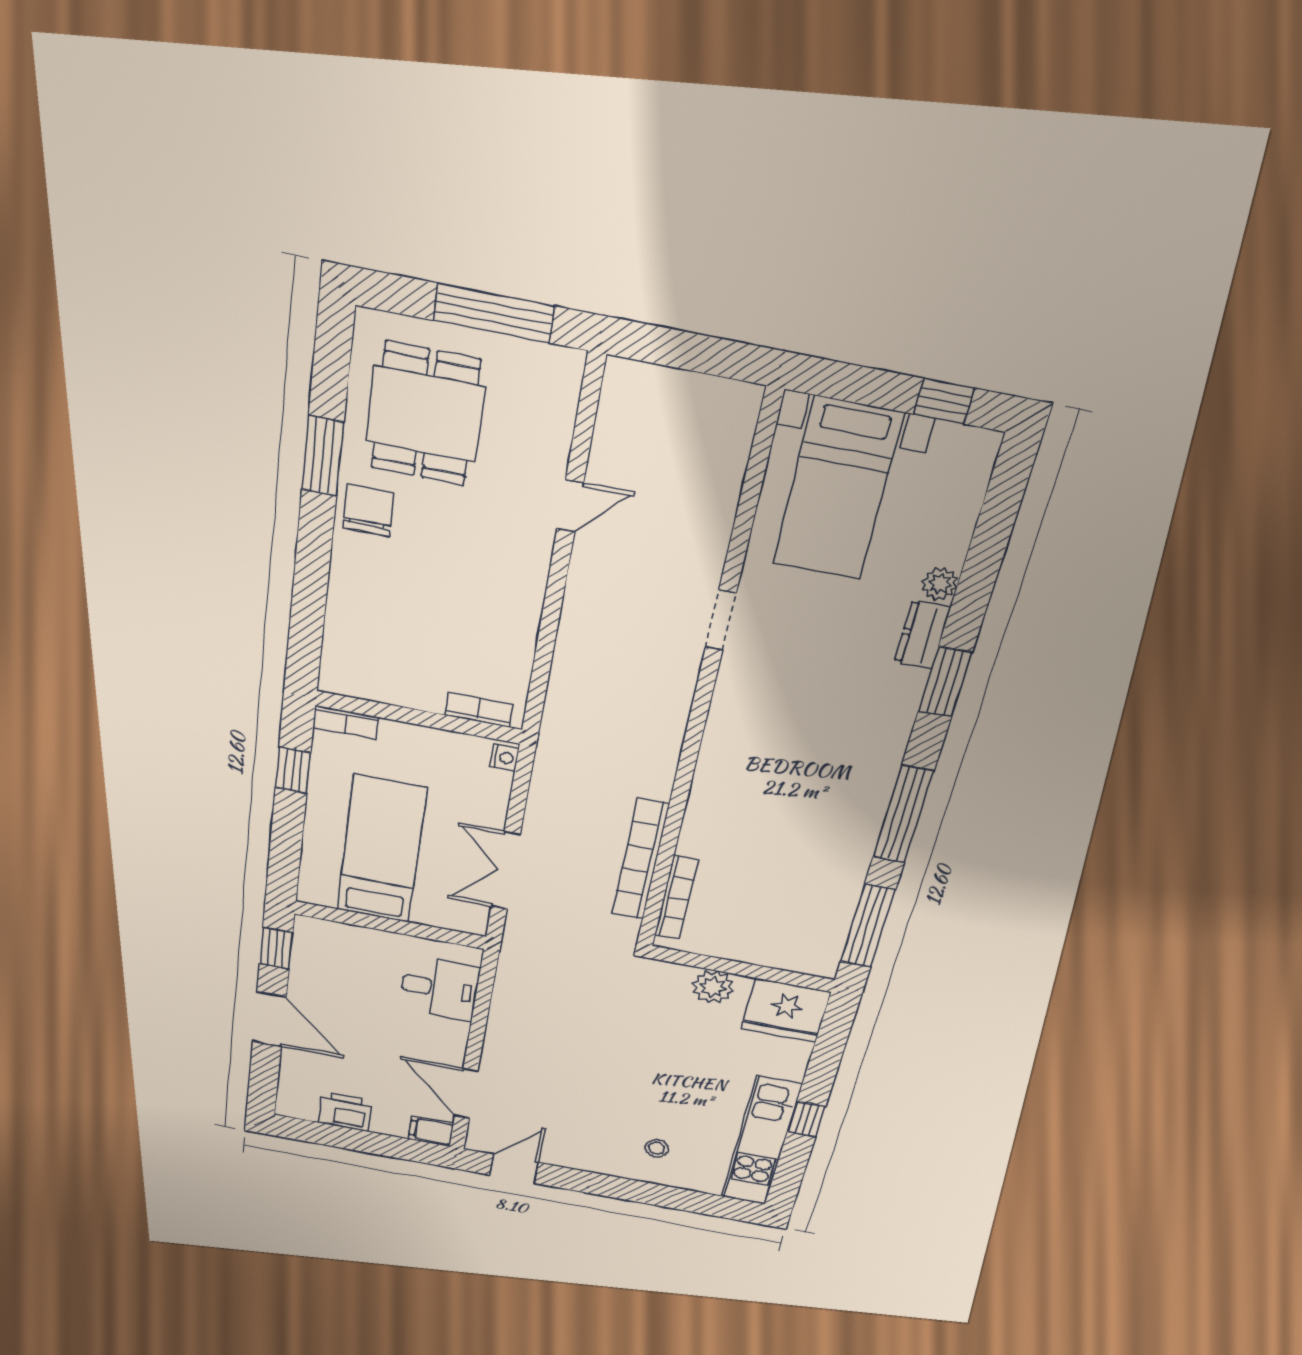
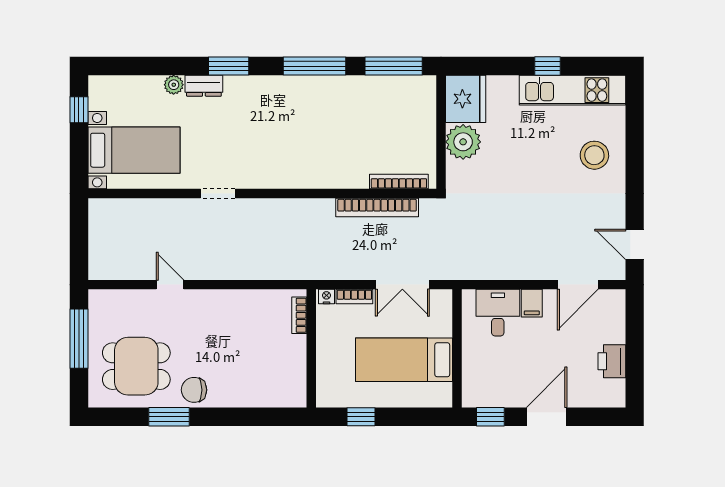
bookcase: (346, 722) -> (354, 297), moved, turned 90
plant: (713, 987) -> (463, 142), width x1.36, depth x1.36
filing cabinet: (431, 1131) -> (532, 303), moved
stool: (657, 1148) -> (594, 155), width x1.89, depth x1.89

